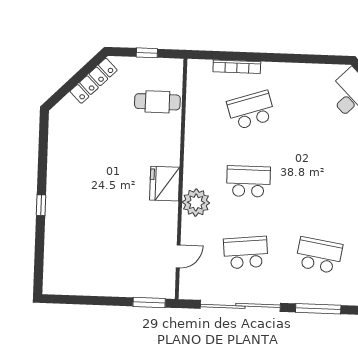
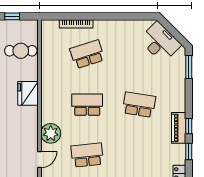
fridge: (165, 184) -> (28, 93), moved
plant: (196, 203) -> (51, 133), moved
school desk: (319, 255) -> (139, 105), moved

